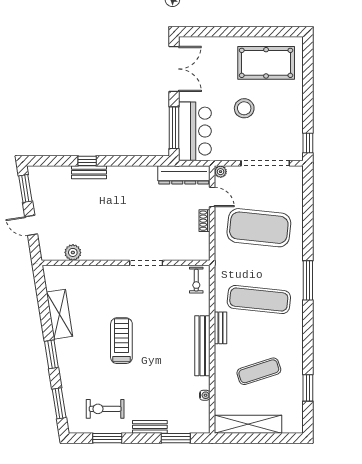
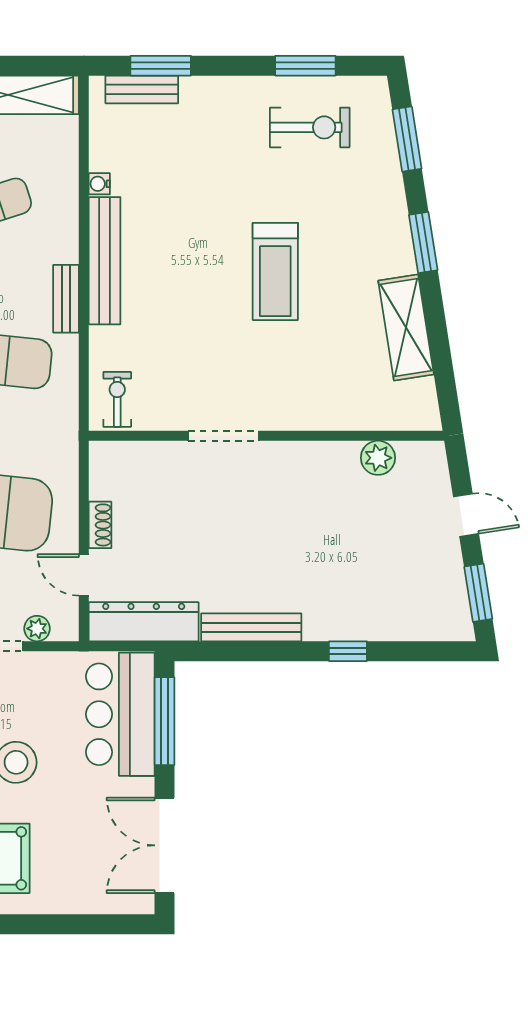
bench: (89, 172) -> (251, 627), moved, width x1.36
plant: (221, 172) -> (37, 629), moved
water cooler: (205, 395) -> (99, 184), moved
bench: (150, 427) -> (142, 89), moved

